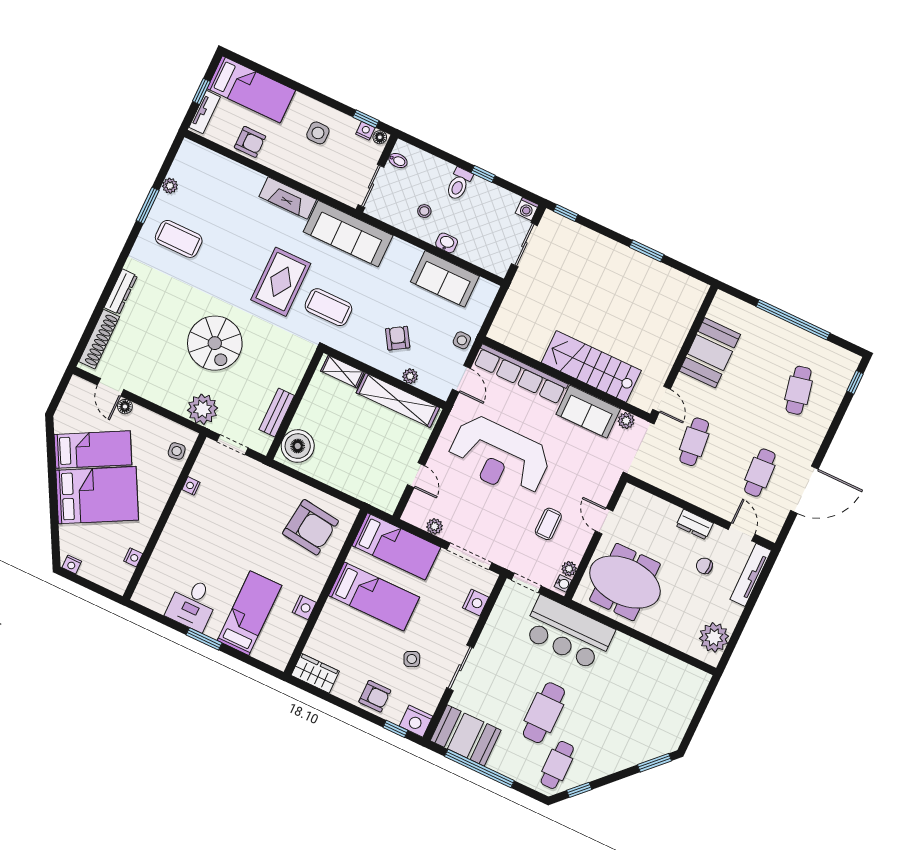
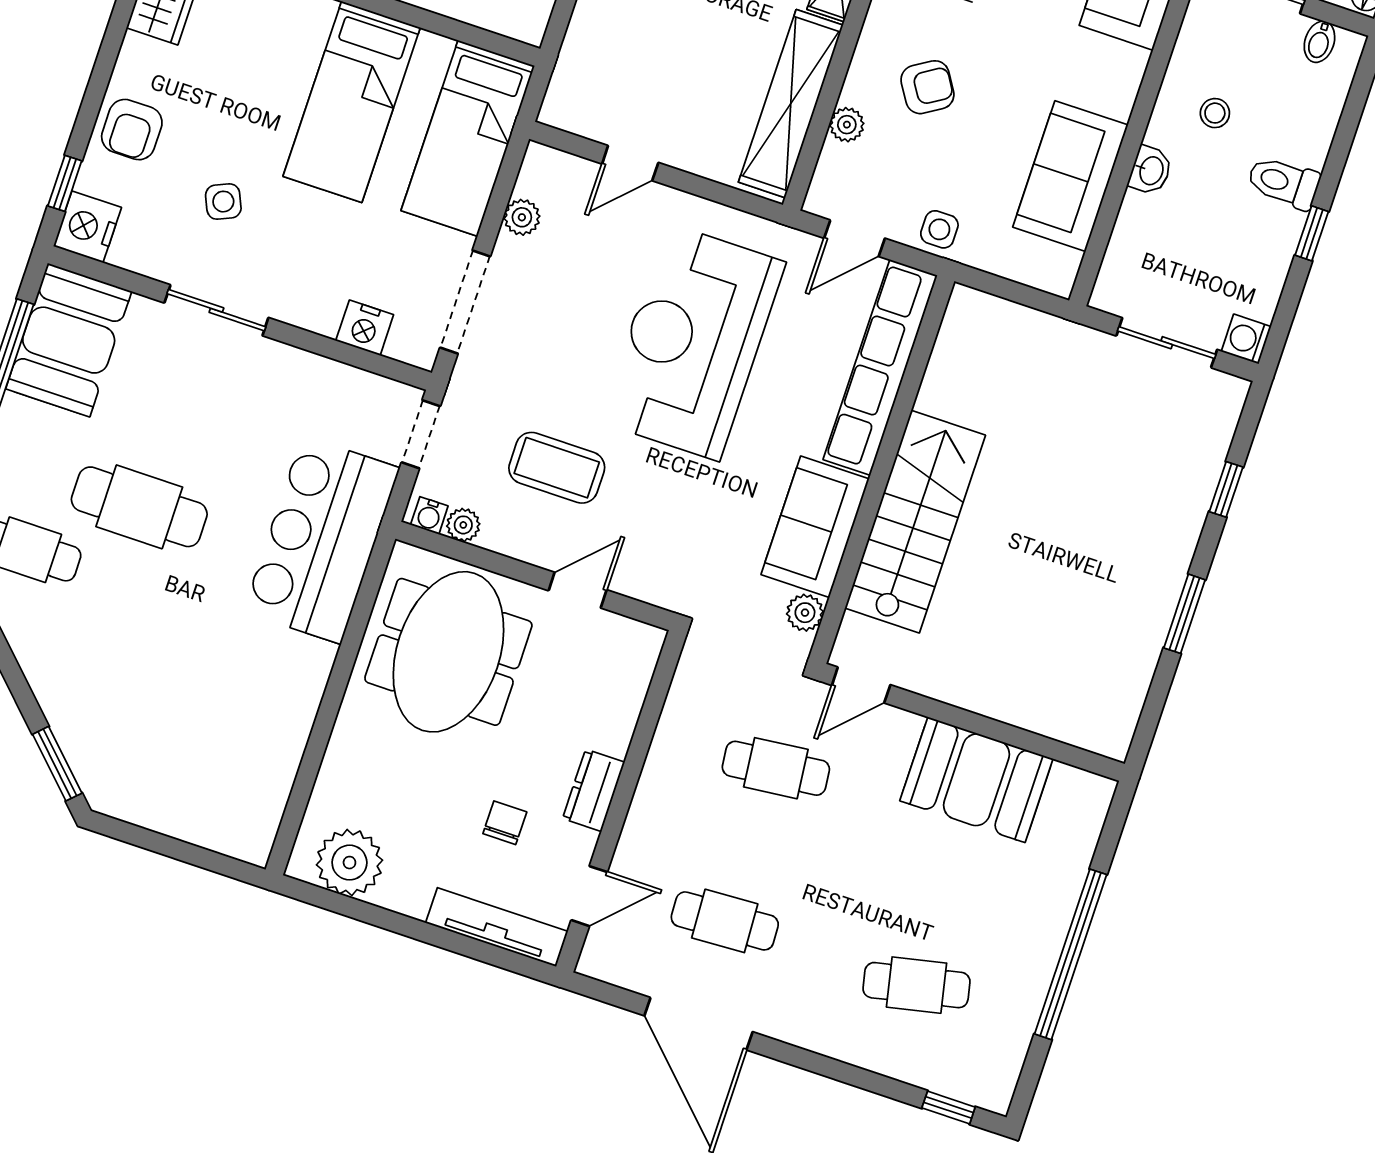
window: (566, 213) -> (1226, 489), moved
coffee table: (548, 524) -> (557, 468), width x1.36, depth x1.30

